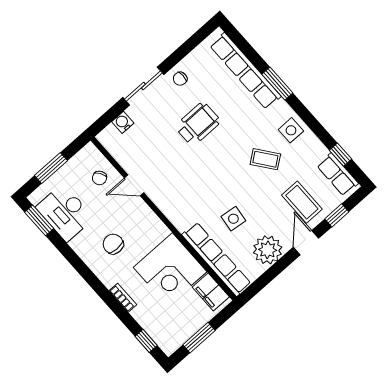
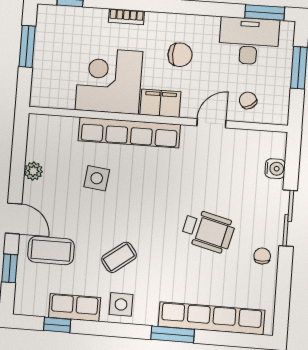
wheelchair: (198, 124) -> (208, 231), turned -76
row of seats: (338, 174) -> (75, 307), moved
plant: (268, 250) -> (33, 171), width x0.53, depth x0.53
row of seats: (216, 259) -> (129, 133), moved
filing cabinet: (211, 292) -> (160, 103), moved

